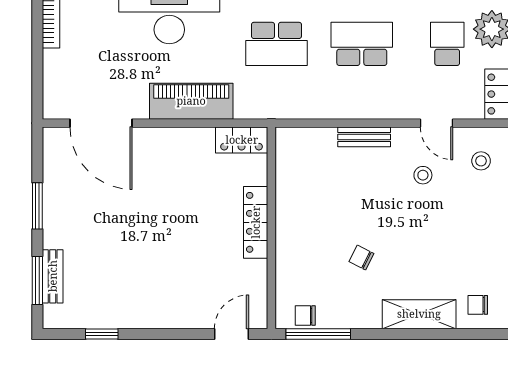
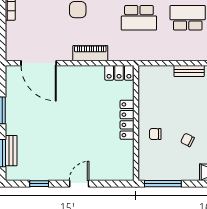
piano: (191, 101) -> (90, 53), width x0.73, depth x0.75
chair: (305, 315) -> (155, 134), moved
door: (231, 334) -> (79, 184), moved

